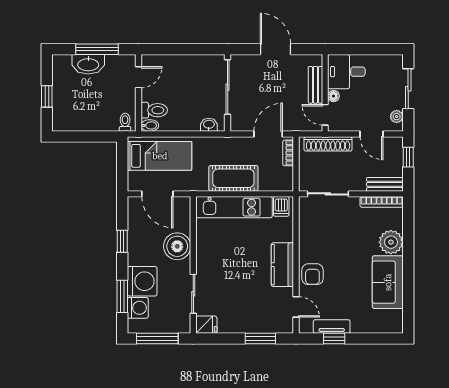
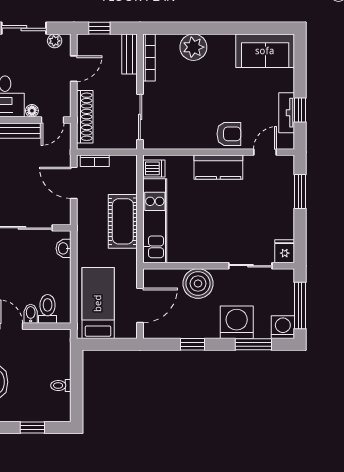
toilet: (125, 122) -> (61, 385), moved
bidet: (150, 125) -> (31, 314), moved
sofa: (388, 282) -> (265, 51), moved
washing machine: (138, 308) -> (283, 327), moved

